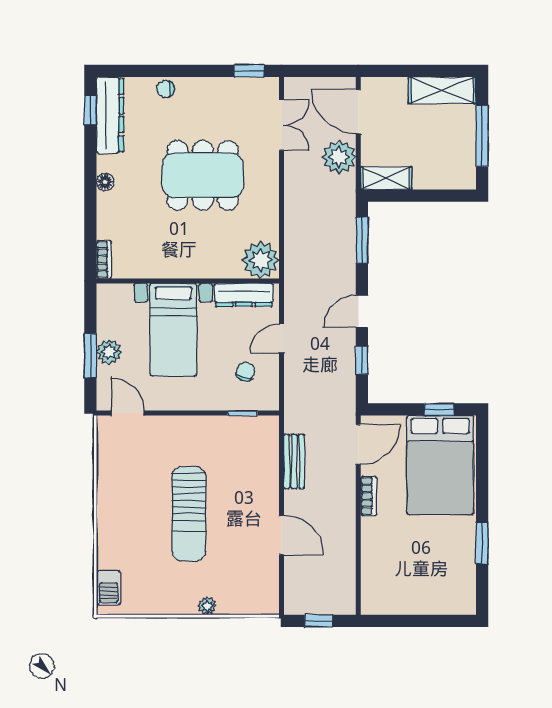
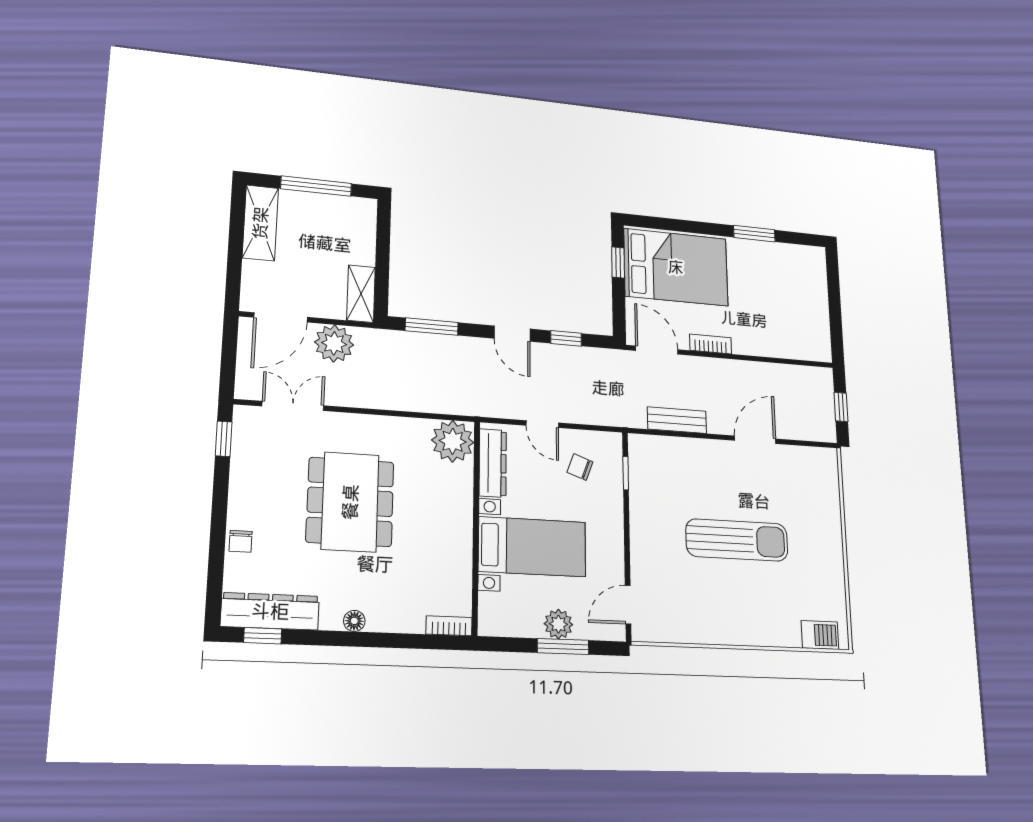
plant: (207, 606) -> (833, 525), removed

